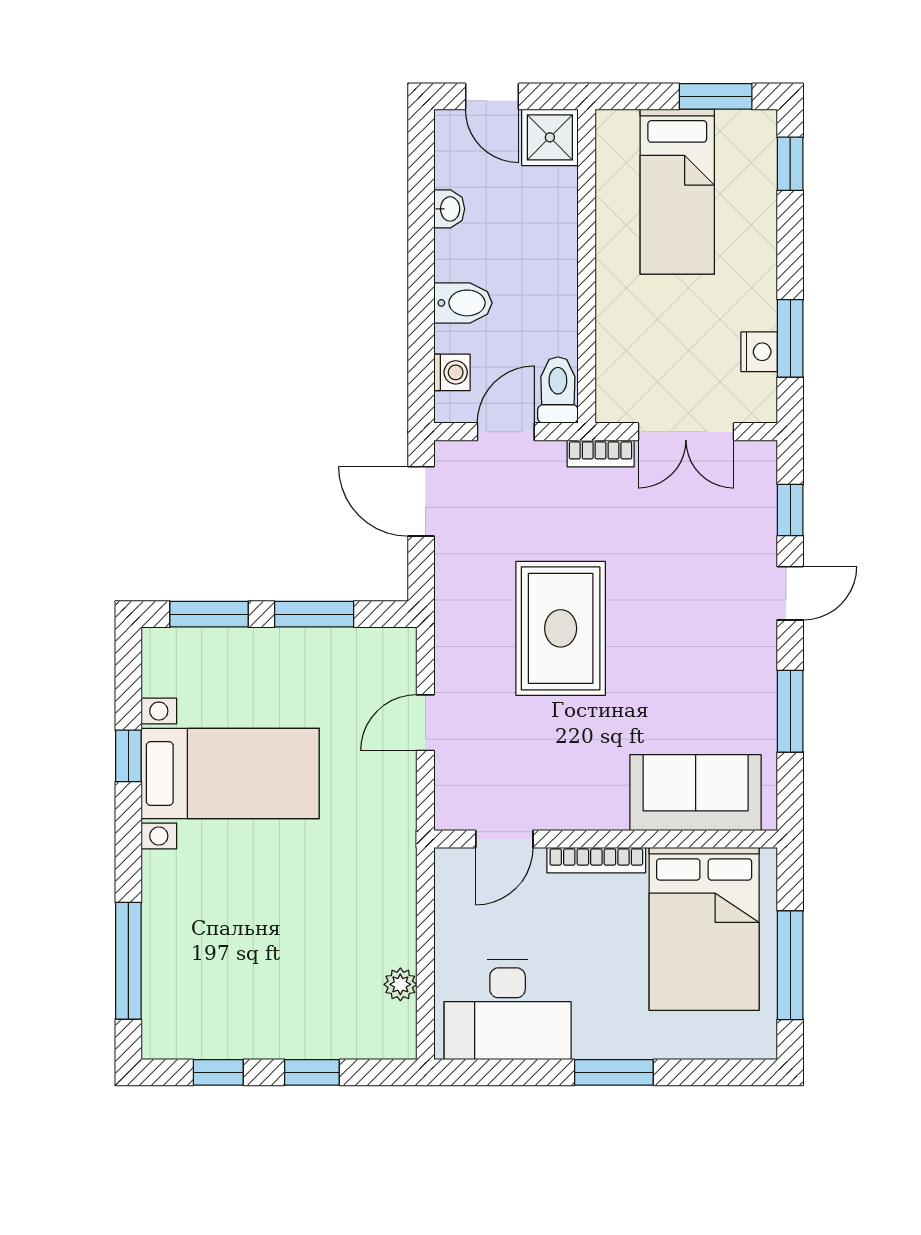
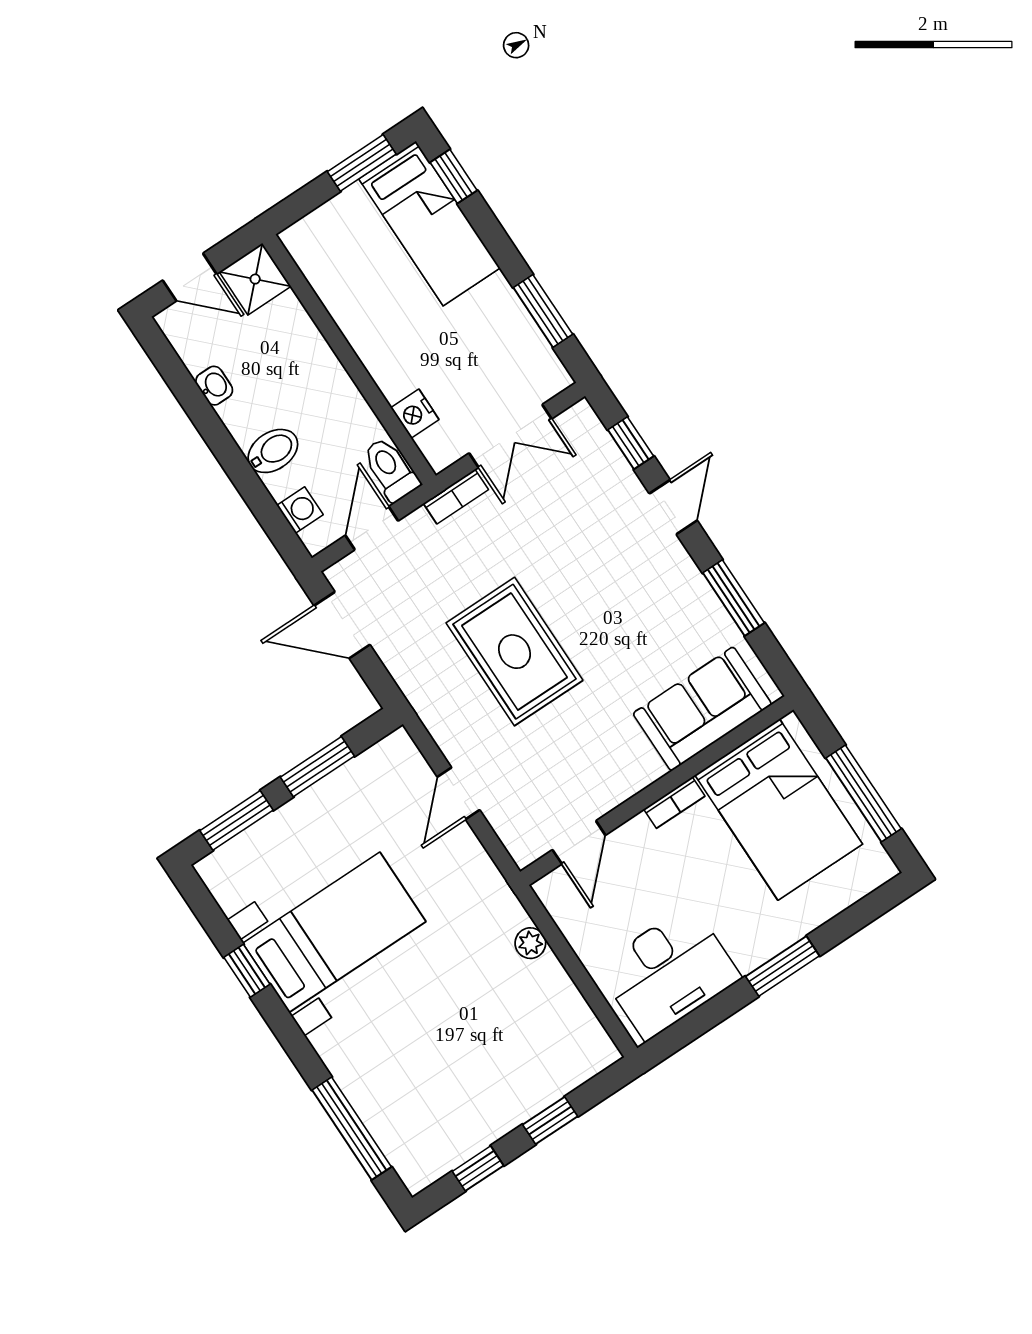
bed: (677, 192) -> (430, 223), moved
nightstand: (759, 352) -> (415, 414), moved, turned 180
bookcase: (596, 860) -> (674, 803), width x0.64
plant: (400, 984) -> (530, 943), moved

